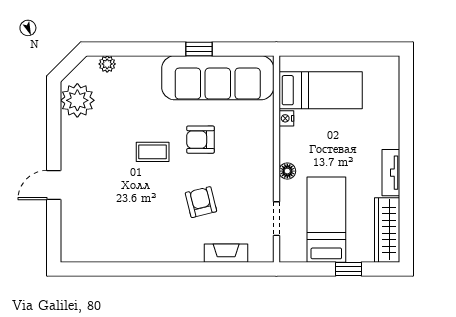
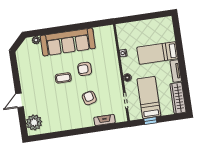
window: (199, 49) -> (78, 27), removed
sofa: (218, 78) -> (68, 42), moved
bed: (321, 90) -> (157, 53), moved, turned 180
plant: (77, 100) -> (34, 122), moved
window: (348, 269) -> (150, 121), moved

